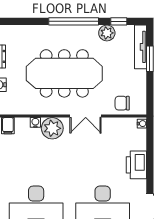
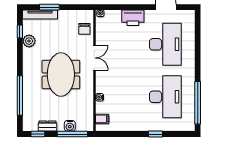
window: (74, 21) -> (20, 96), moved
meeting table: (64, 73) -> (61, 74), width x0.73
plant: (52, 128) -> (104, 84), removed

